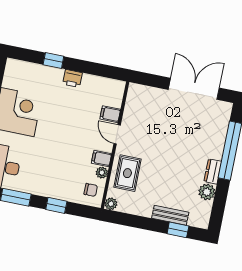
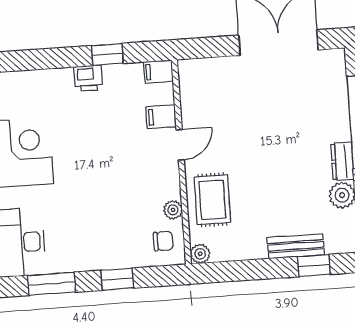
window: (53, 60) -> (107, 54), moved
door: (117, 134) -> (180, 145), swing flipped
filing cabinet: (102, 158) -> (158, 71), moved

